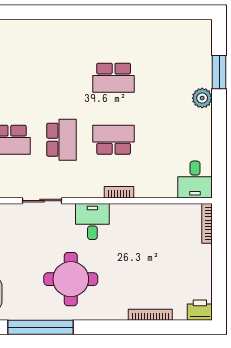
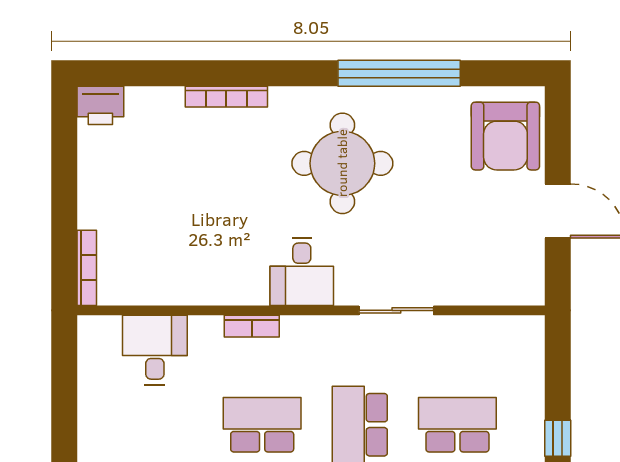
school desk: (114, 140) -> (262, 425), turned 180
desk: (195, 180) -> (155, 350), moved
bookcase: (150, 315) -> (226, 97), moved

